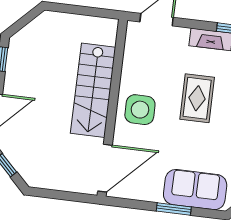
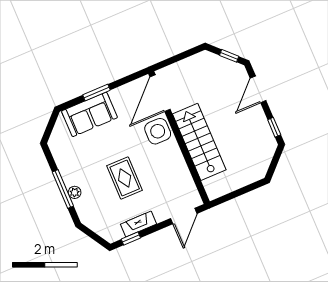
side table: (140, 110) -> (158, 131), moved

